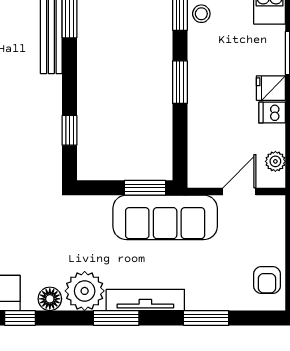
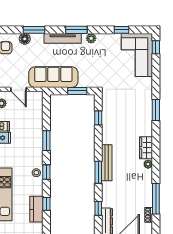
window: (145, 188) -> (77, 91), moved
door: (239, 191) -> (18, 89), hinge flipped
plant: (85, 291) -> (91, 38), width x0.53, depth x0.53
floor lamp: (50, 299) -> (25, 39), moved

